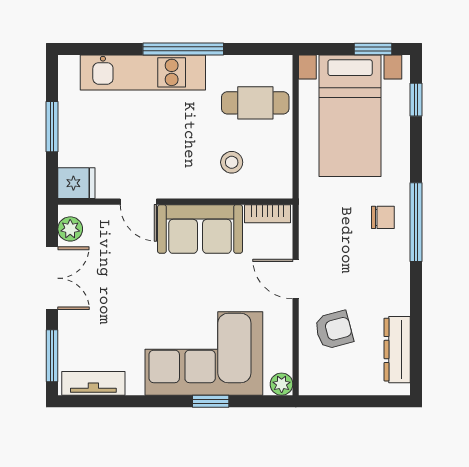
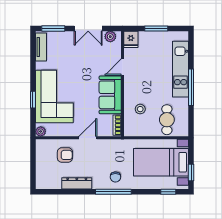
armchair: (334, 330) -> (65, 155), turned -75
dresser: (397, 350) -> (77, 183), moved

